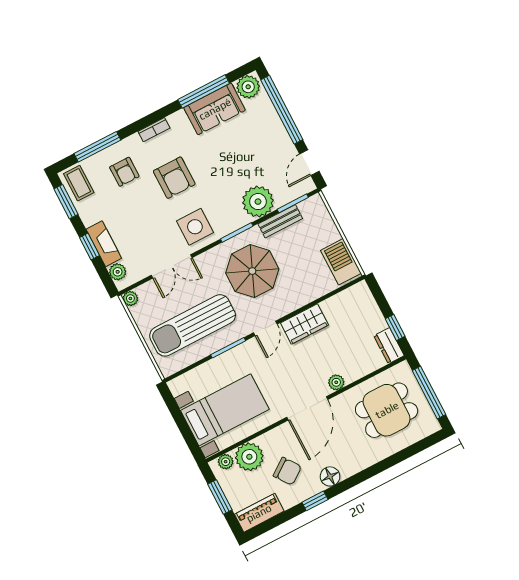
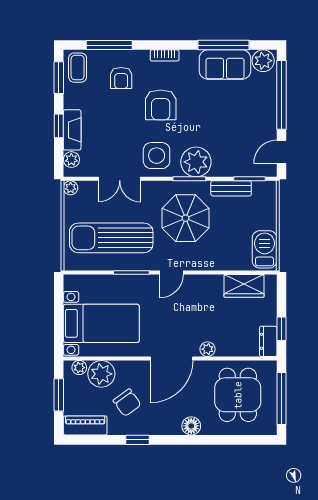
plant: (258, 202) -> (196, 162), moved
wardrobe: (304, 324) -> (244, 286), moved
dining table: (387, 410) -> (238, 395), turned 90
floor lamp: (330, 476) -> (191, 426), moved

